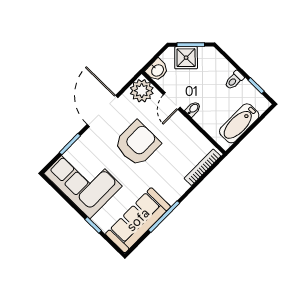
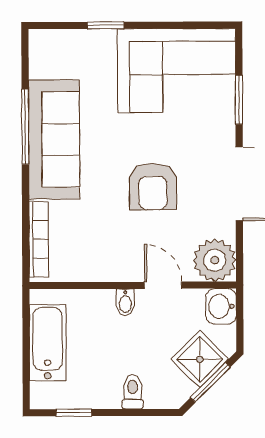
toilet: (234, 80) -> (133, 392), moved
armchair: (137, 144) -> (153, 186), width x0.73, depth x0.73
sofa: (138, 220) -> (54, 139), moved

